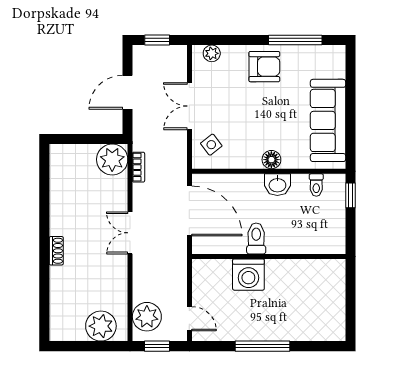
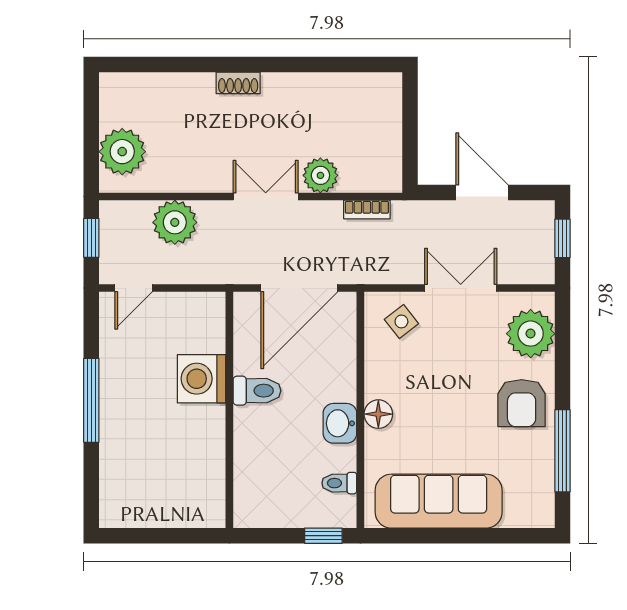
plant: (212, 53) -> (531, 334), width x1.87, depth x1.87
plant: (112, 159) -> (320, 175), moved, width x0.73, depth x0.73
plant: (147, 317) -> (175, 222), moved

